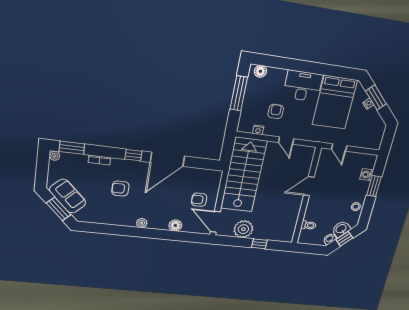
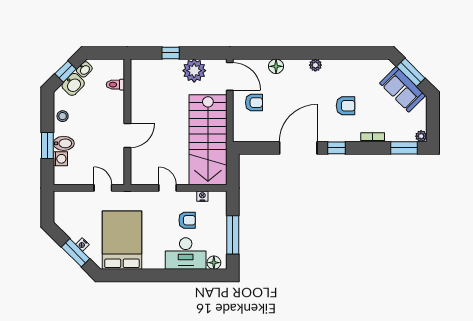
desk: (303, 86) -> (186, 254), moved
armchair: (276, 111) -> (187, 220), turned -90
bidet: (361, 186) -> (64, 143), added

